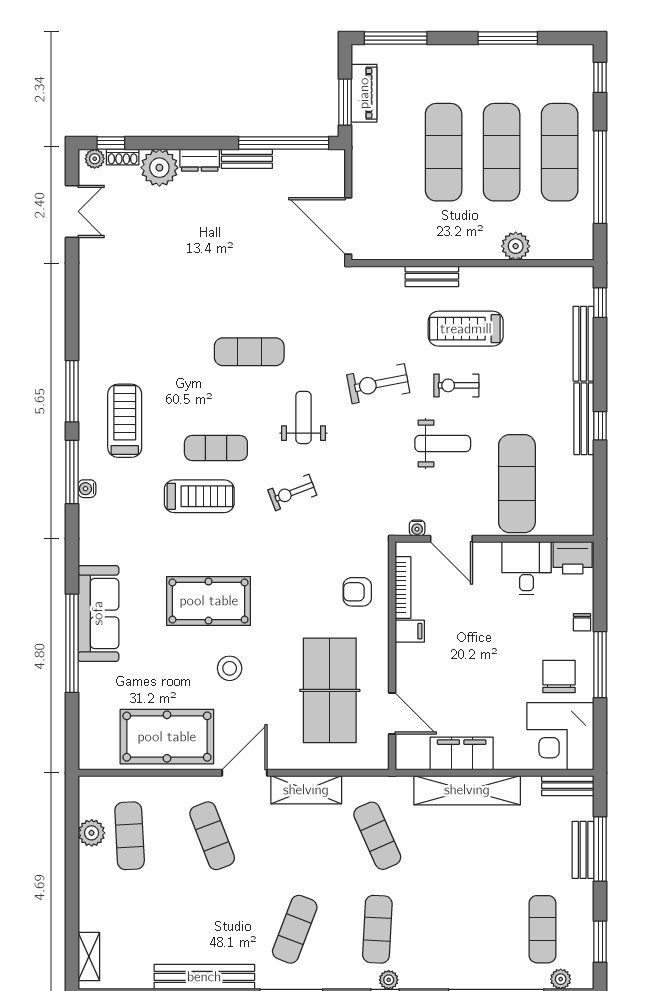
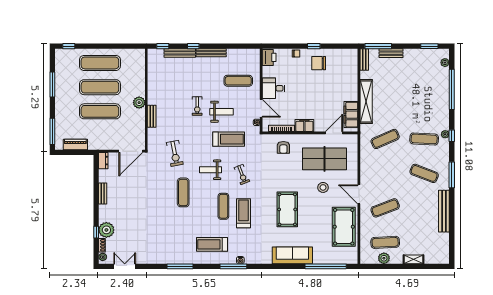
window: (345, 102) -> (79, 152), removed
window: (111, 143) -> (96, 232), moved
window: (284, 143) -> (96, 178), removed
dresser: (200, 160) -> (103, 161), moved
window: (600, 177) -> (110, 46), removed
plant: (516, 246) -> (139, 103), moved
treadmill: (466, 329) -> (229, 139), moved, turned -90
exercise bike: (378, 384) -> (175, 153), moved
window: (72, 391) -> (180, 266), moved
window: (600, 426) -> (193, 46), moved
weight bench: (443, 443) -> (221, 112), turned 90
exercise mat: (517, 484) -> (238, 81), width x0.73, depth x0.69
door: (451, 539) -> (261, 108), hinge flipped
desk: (527, 568) -> (274, 88), moved
filing cabinet: (410, 631) -> (304, 125), width x2.00
window: (72, 643) -> (326, 266), moved
window: (600, 665) -> (314, 46), width x0.46
stool: (230, 668) -> (323, 187), moved
corner desk: (560, 736) -> (344, 63), removed
filing cabinet: (462, 754) -> (351, 115), moved
shelving: (306, 790) -> (366, 169), removed
window: (600, 849) -> (378, 46), moved
exercise mat: (542, 929) -> (424, 70), removed
shelving: (89, 957) -> (413, 259), moved

